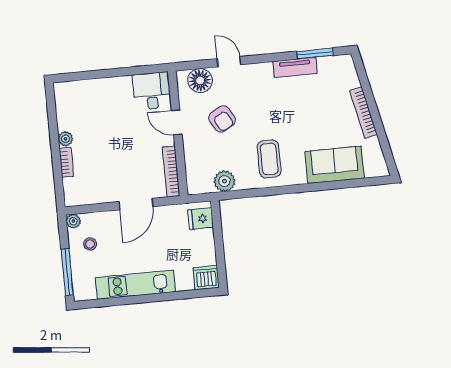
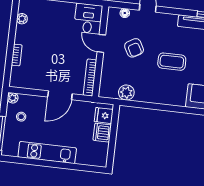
floor lamp: (200, 80) -> (125, 13), width x0.53, depth x0.53
plant: (65, 139) -> (22, 19), moved
coffee table: (269, 159) -> (172, 62), moved, turned 90
dishwasher: (206, 278) -> (102, 133), moved, turned -90

